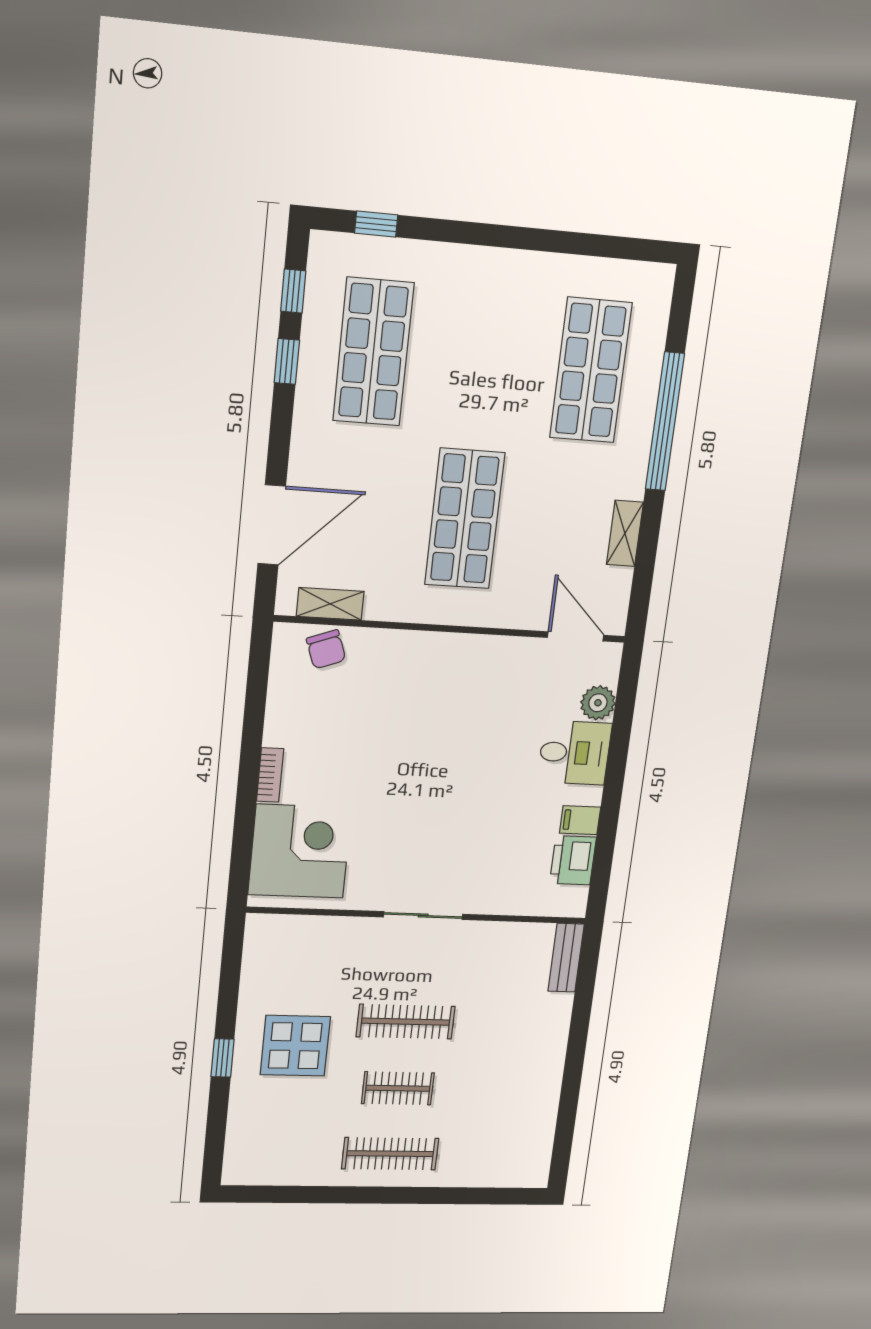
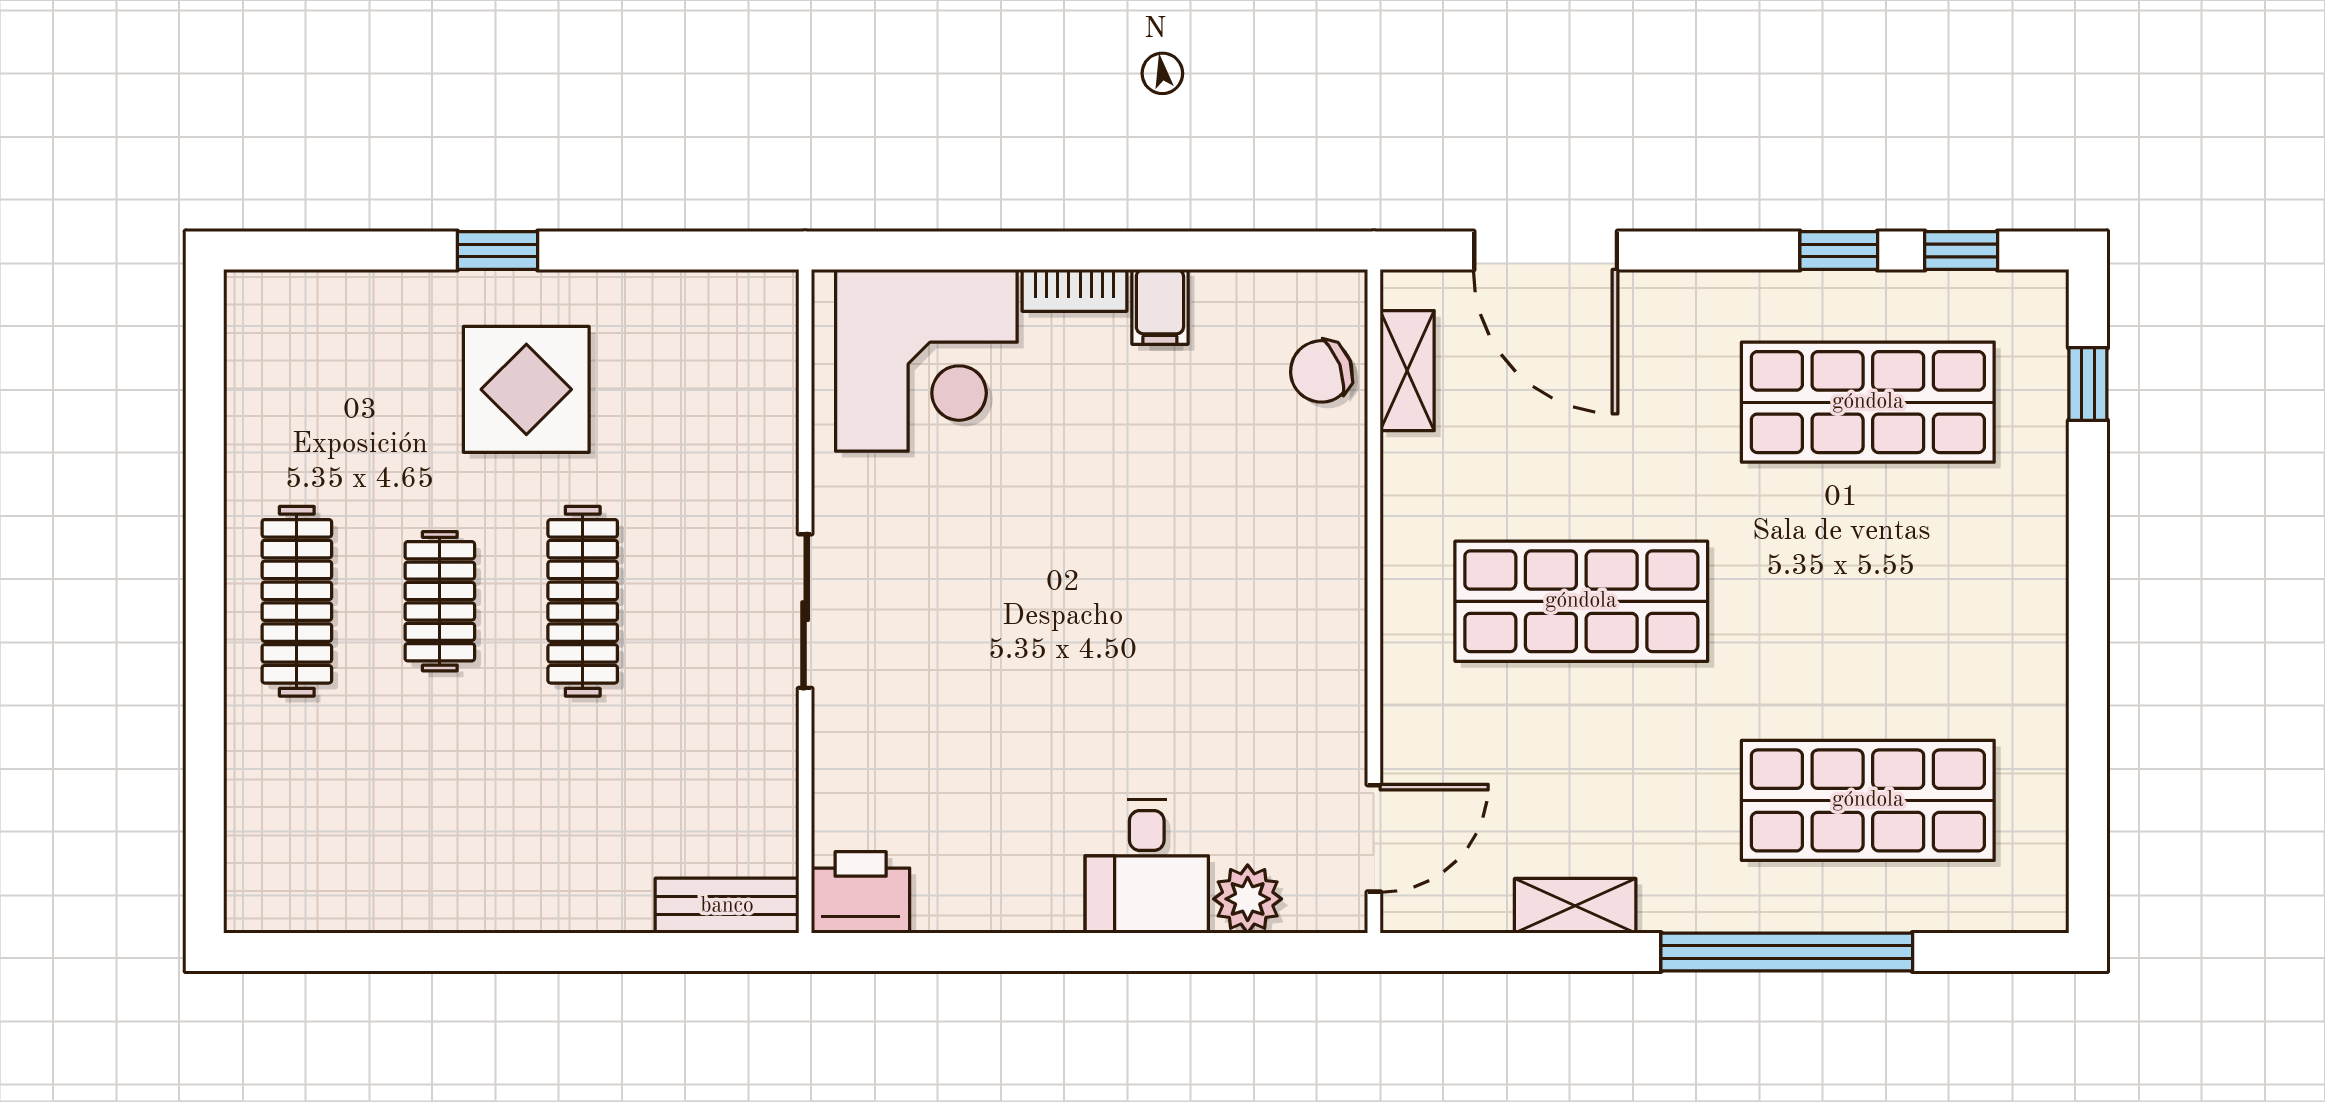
filing cabinet: (580, 820) -> (1160, 307), moved, turned 180
printer: (573, 860) -> (861, 892), moved

